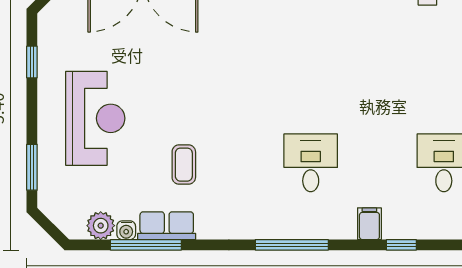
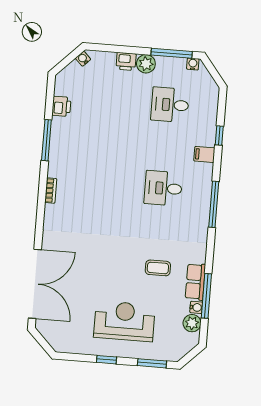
window: (32, 62) -> (106, 360), moved

